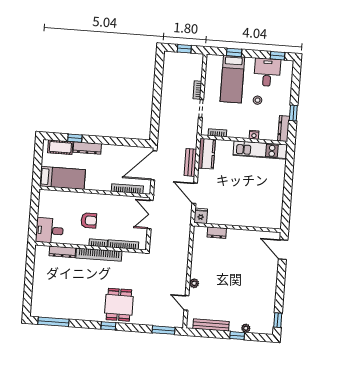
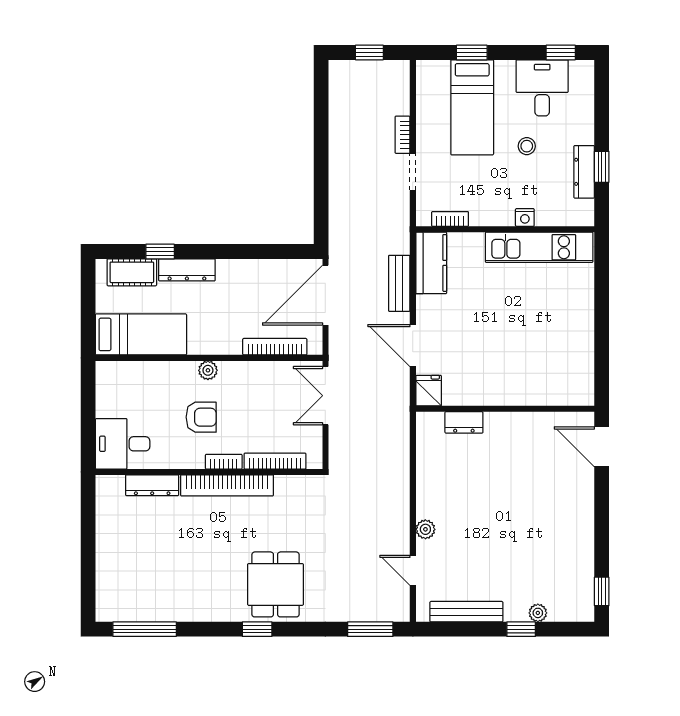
dresser: (284, 129) -> (584, 172), moved
plant: (94, 198) -> (208, 370), added

